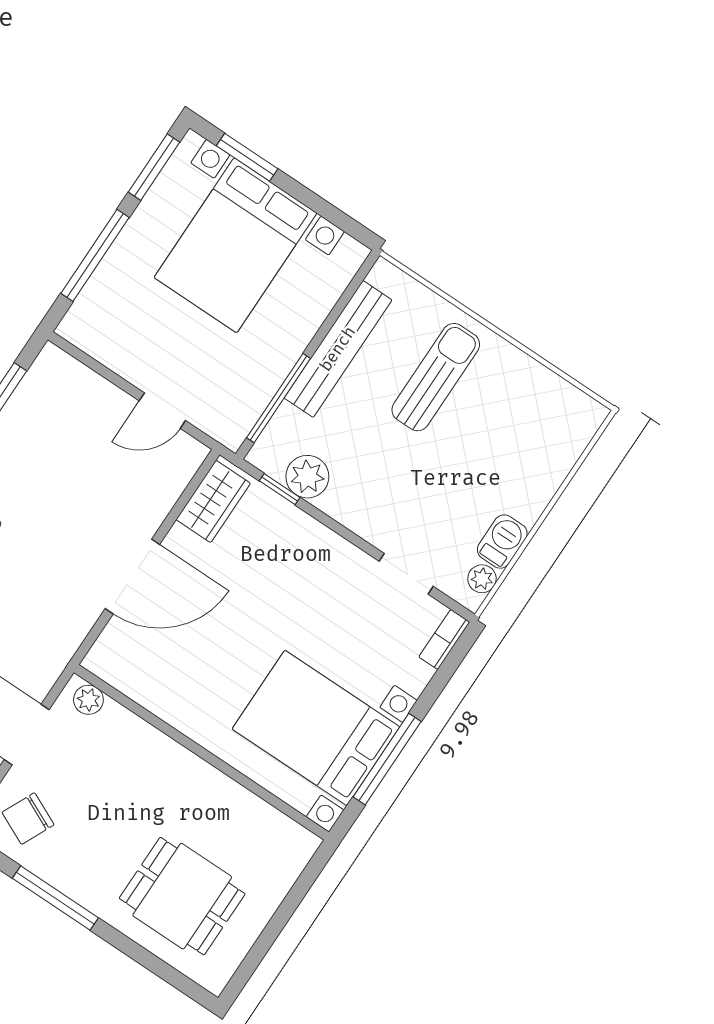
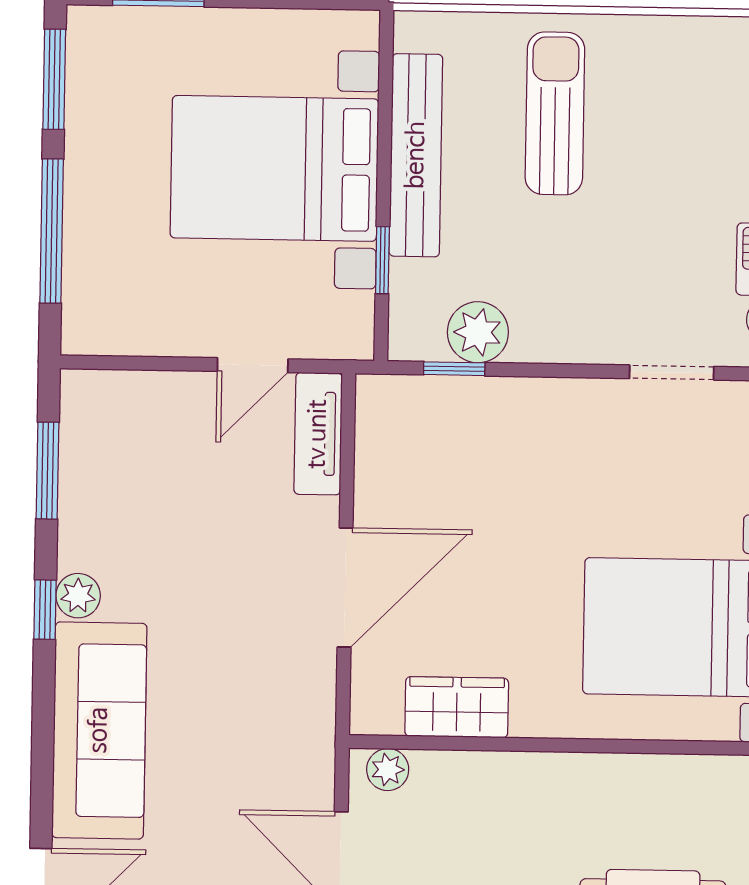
bed with nightstands: (235, 245) -> (274, 168), moved, turned 90
window: (279, 398) -> (382, 260), width x0.46
tv unit: (175, 476) -> (318, 434), added
wardrobe: (213, 501) -> (457, 707), moved, turned -90

